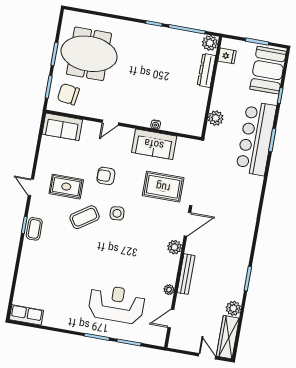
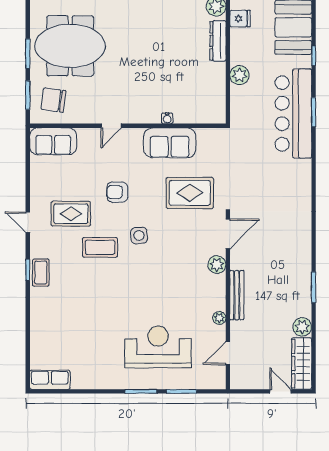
plant: (216, 118) -> (239, 75), moved
coffee table: (85, 217) -> (100, 247), turned 34

